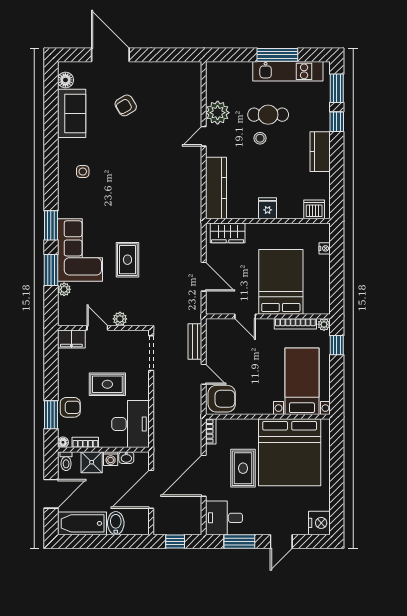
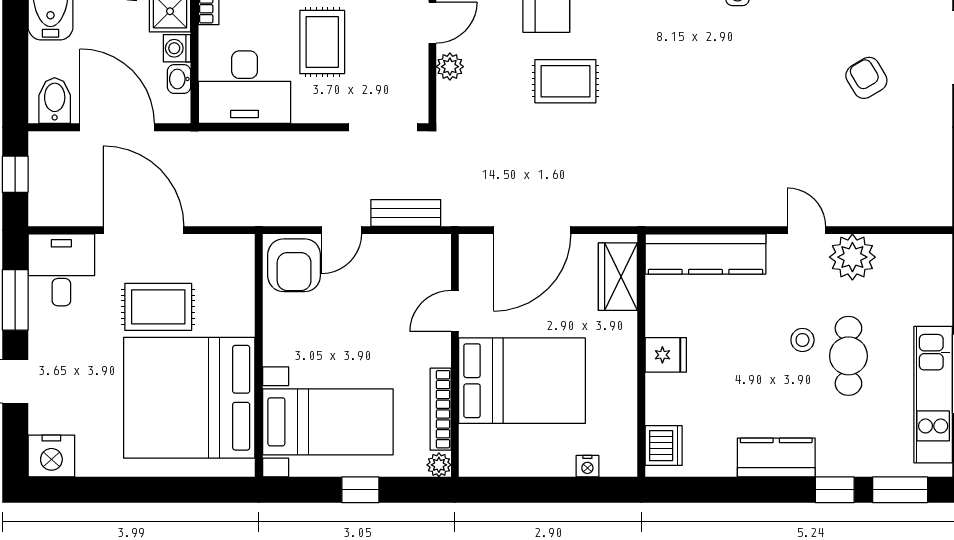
door: (204, 277) -> (532, 230), width x1.36
window: (337, 345) -> (360, 490), moved
bookcase: (211, 431) -> (230, 244), removed
bidet: (116, 523) -> (55, 101), moved, turned -90

